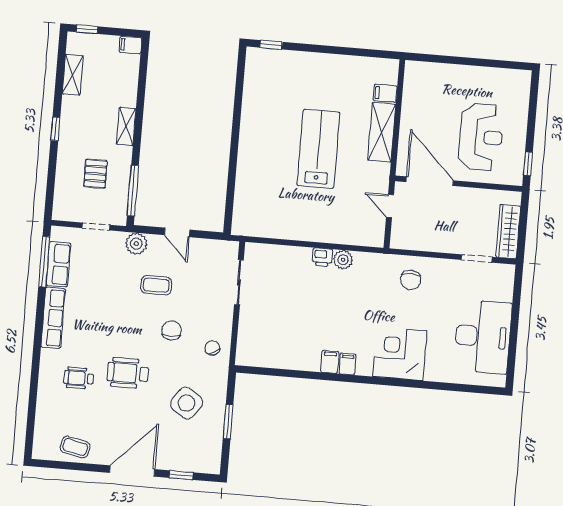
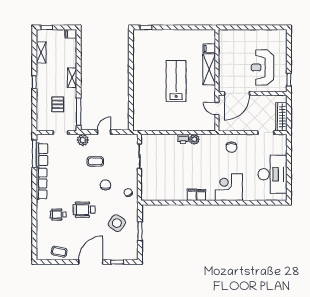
reception desk: (481, 137) -> (263, 67), turned 180
door: (430, 181) -> (237, 93), swing flipped
door: (177, 232) -> (104, 132), swing flipped

